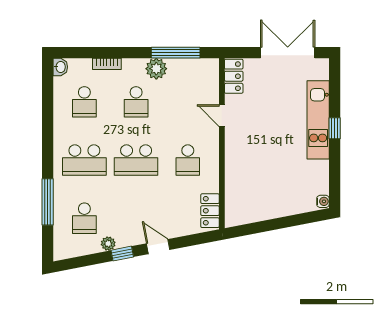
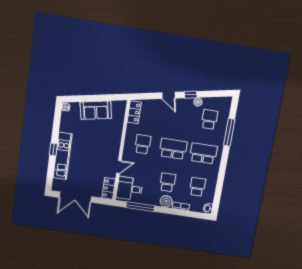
plant: (156, 69) -> (166, 201), moved
desk: (198, 81) -> (130, 189), added
door: (222, 116) -> (119, 167), hinge flipped
sofa: (273, 204) -> (96, 110), added

